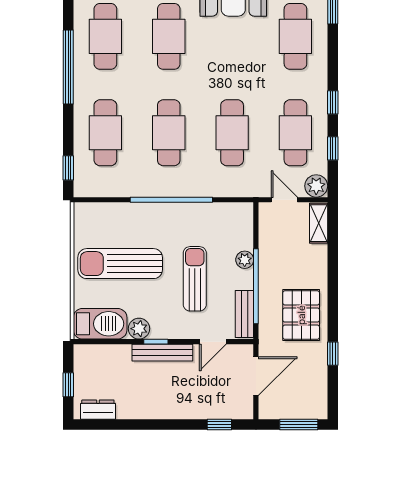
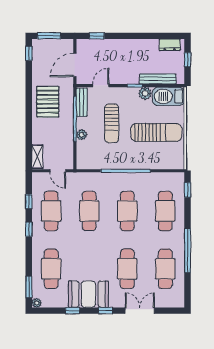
plant: (316, 186) -> (39, 179), removed
bench: (162, 353) -> (158, 79), moved
window: (333, 354) -> (29, 53), moved

